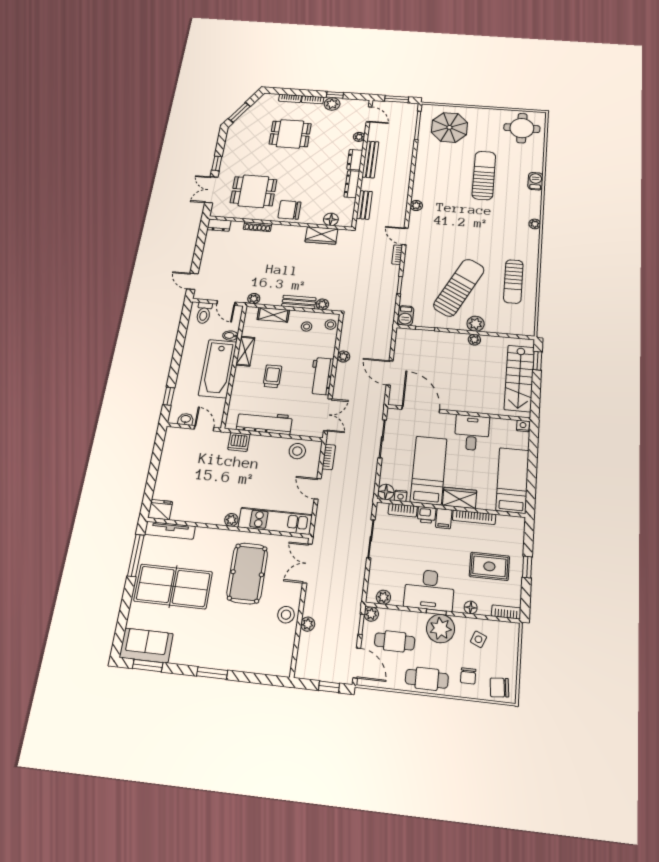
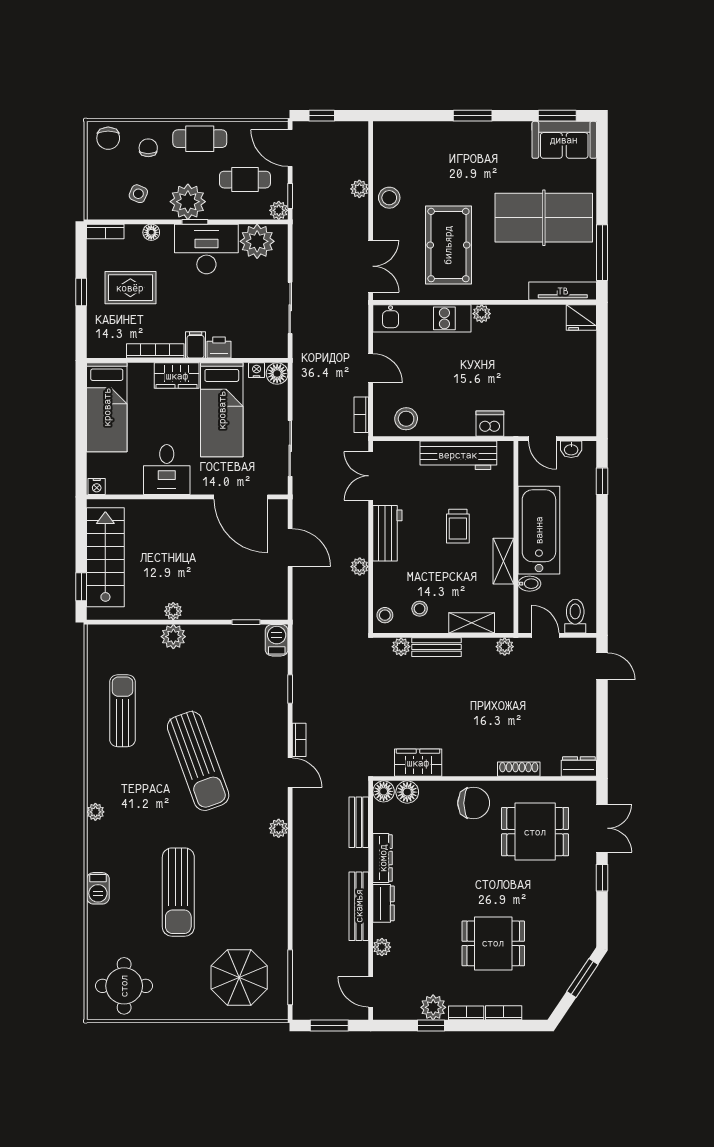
floor lamp: (346, 221) -> (384, 791), added
sun lounger: (459, 288) -> (198, 761), moved, turned -47
bookcase: (403, 510) -> (252, 351), removed
plant: (383, 597) -> (257, 241), width x1.87, depth x1.87
chair: (499, 688) -> (108, 138), turned 95

